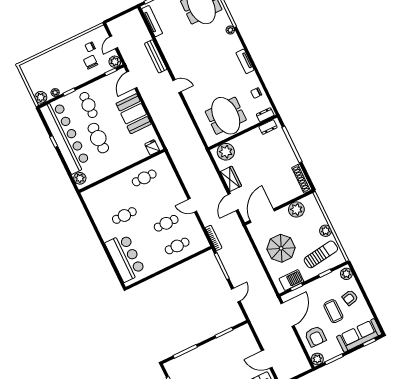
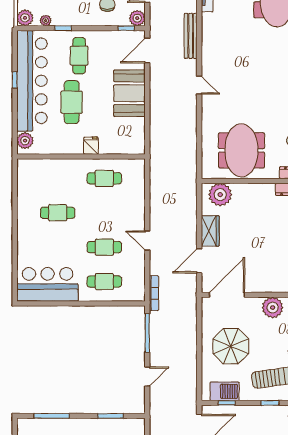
fridge: (152, 147) -> (91, 146), moved
bar counter: (125, 258) -> (48, 284), moved, turned -90

